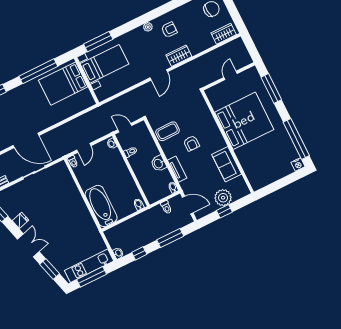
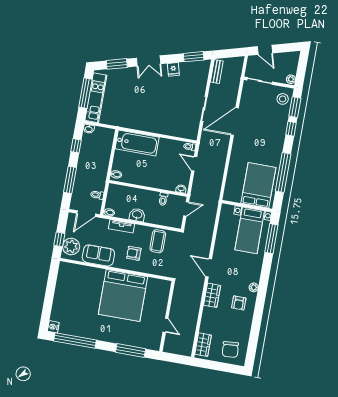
bed: (244, 121) -> (123, 295), moved
wall: (227, 142) -> (116, 269), moved
sofa: (227, 164) -> (98, 255), moved

